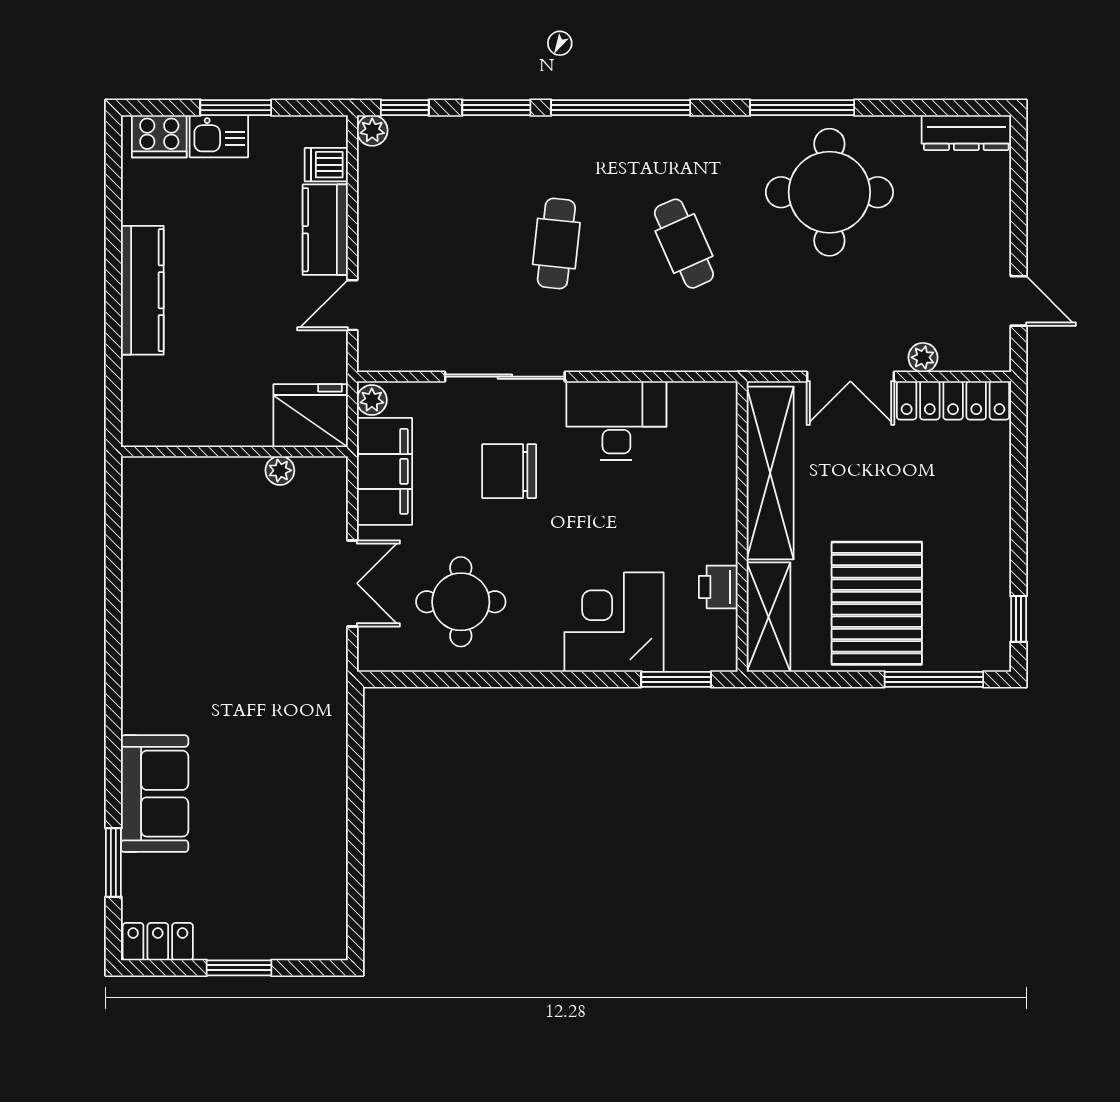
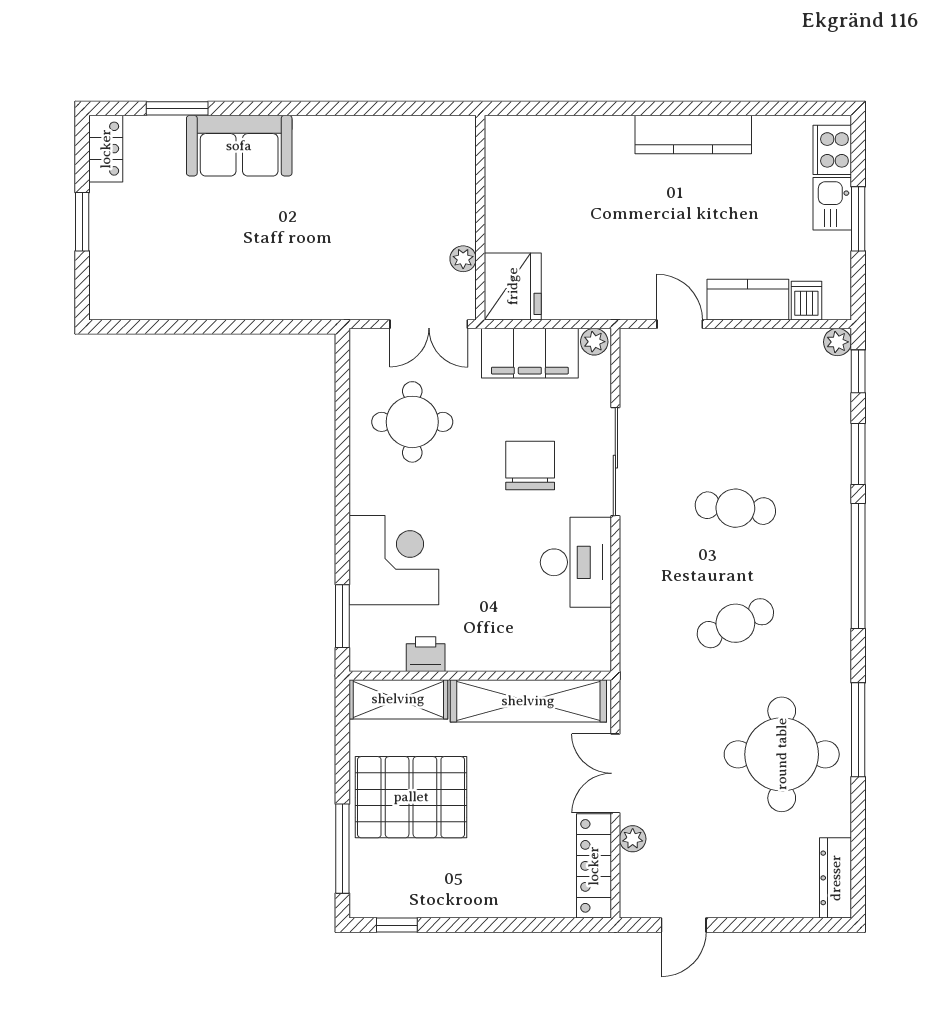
fridge: (311, 416) -> (513, 286), moved
wall: (234, 452) -> (480, 218), moved
plant: (280, 470) -> (463, 259), moved

